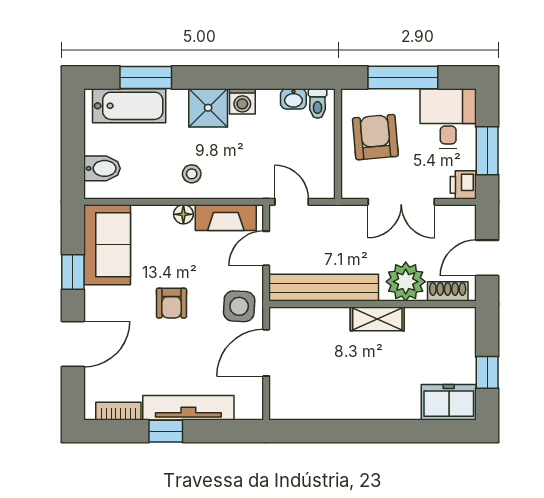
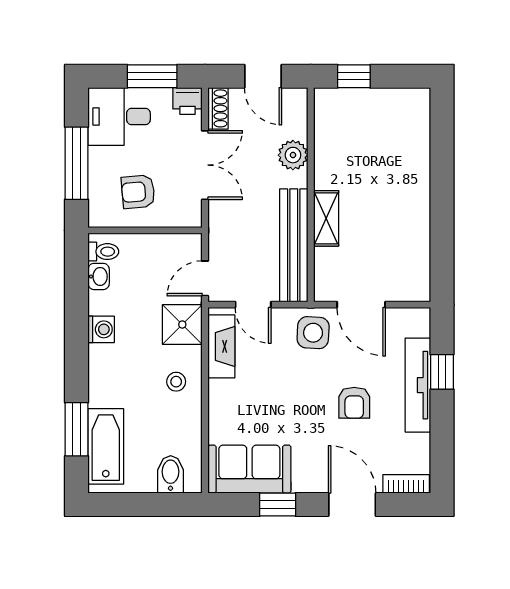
shower: (208, 108) -> (182, 324), moved
armchair: (375, 137) -> (138, 192), width x0.72, depth x0.72
floor lamp: (183, 214) -> (218, 390), removed
plant: (406, 282) -> (293, 155), width x0.73, depth x0.73
shoe rack: (448, 291) -> (218, 108), moved, turned 180
armchair: (171, 303) -> (354, 403), moved, turned 90
shelving: (377, 319) -> (326, 218), moved
window: (487, 372) -> (354, 76), moved
freezer: (449, 402) -> (412, 116), removed
bookcase: (118, 411) -> (406, 484), moved, turned 90
window: (166, 431) -> (442, 372), moved

